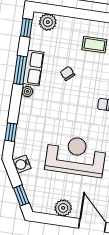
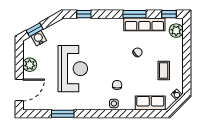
row of seats: (33, 68) -> (144, 24), width x1.48
plant: (27, 91) -> (118, 22), removed
water cooler: (22, 164) -> (39, 38), moved

